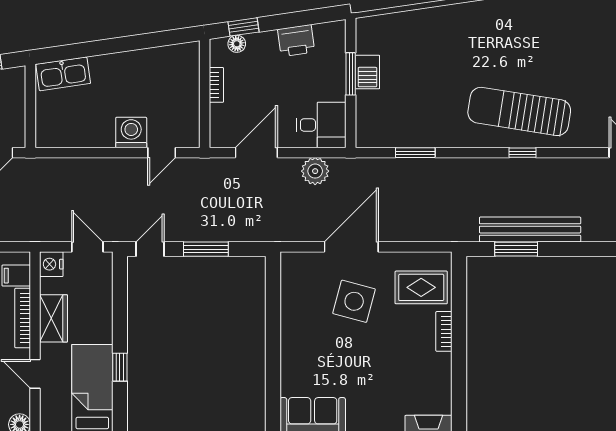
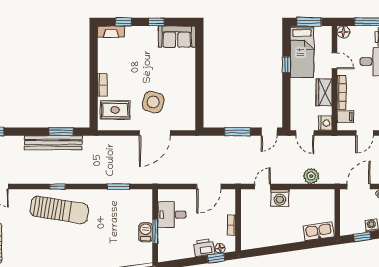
printer: (296, 41) -> (204, 248), moved
desk: (321, 125) -> (172, 215), moved
plant: (315, 171) -> (311, 176), moved

